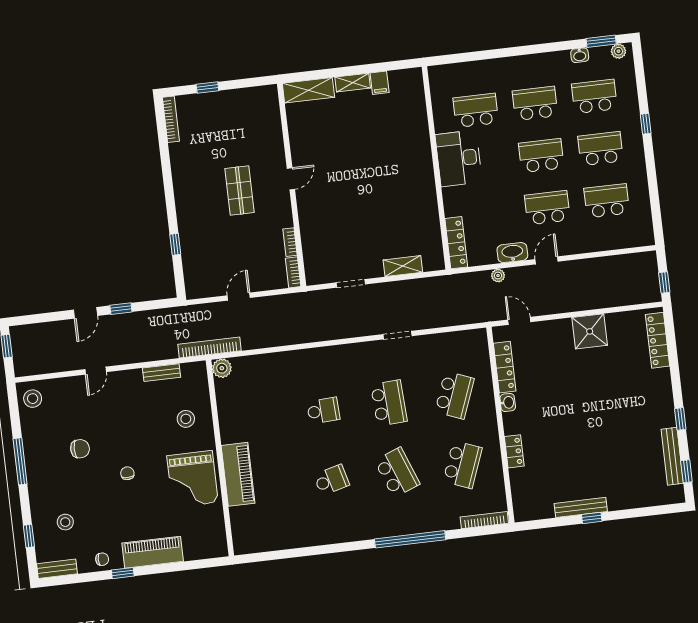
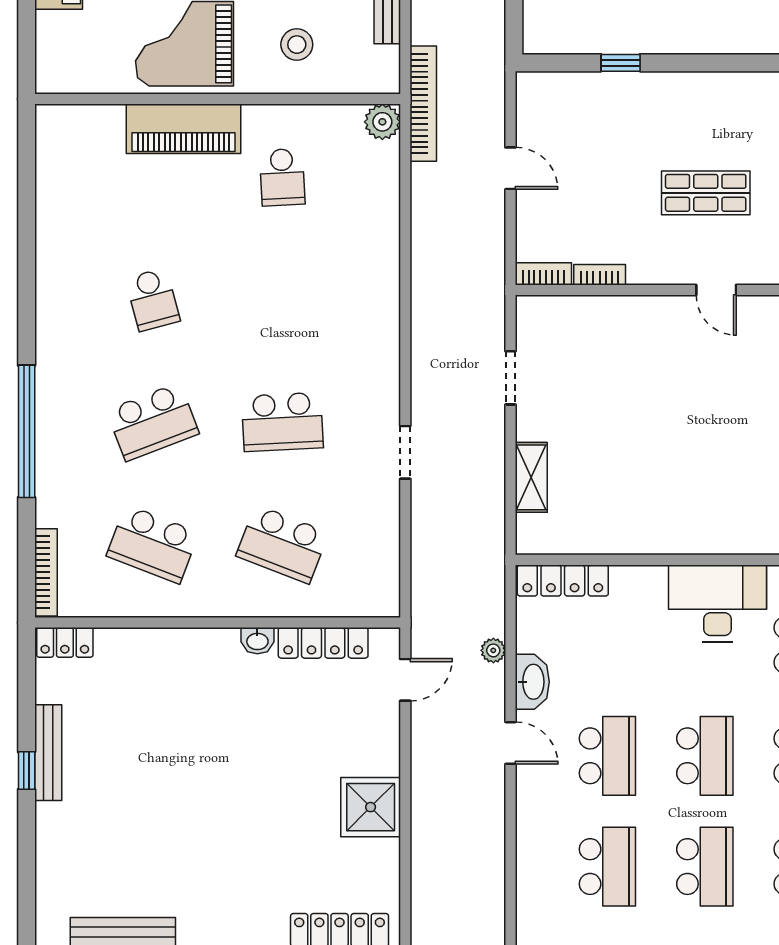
school desk: (323, 411) -> (282, 177), moved
locker: (514, 451) -> (65, 642), moved

